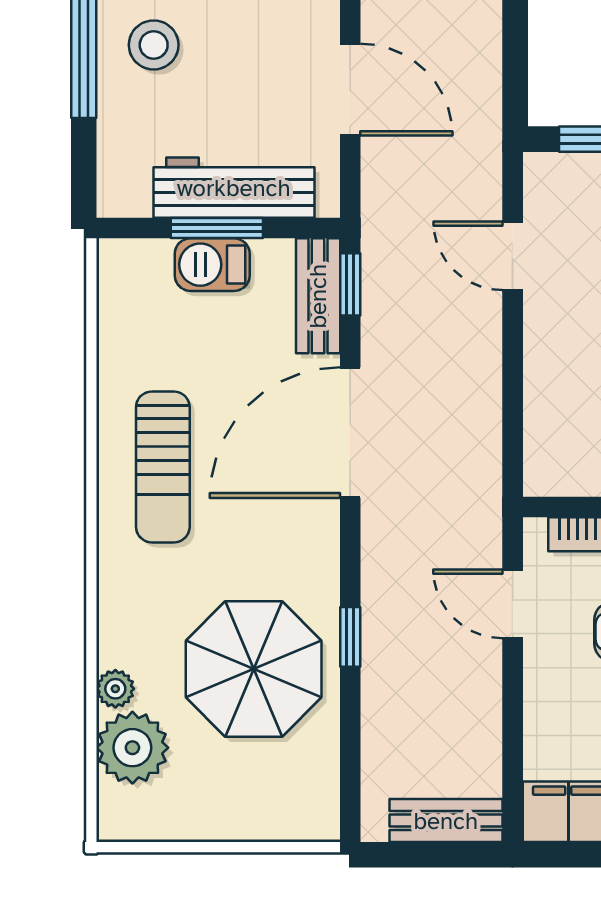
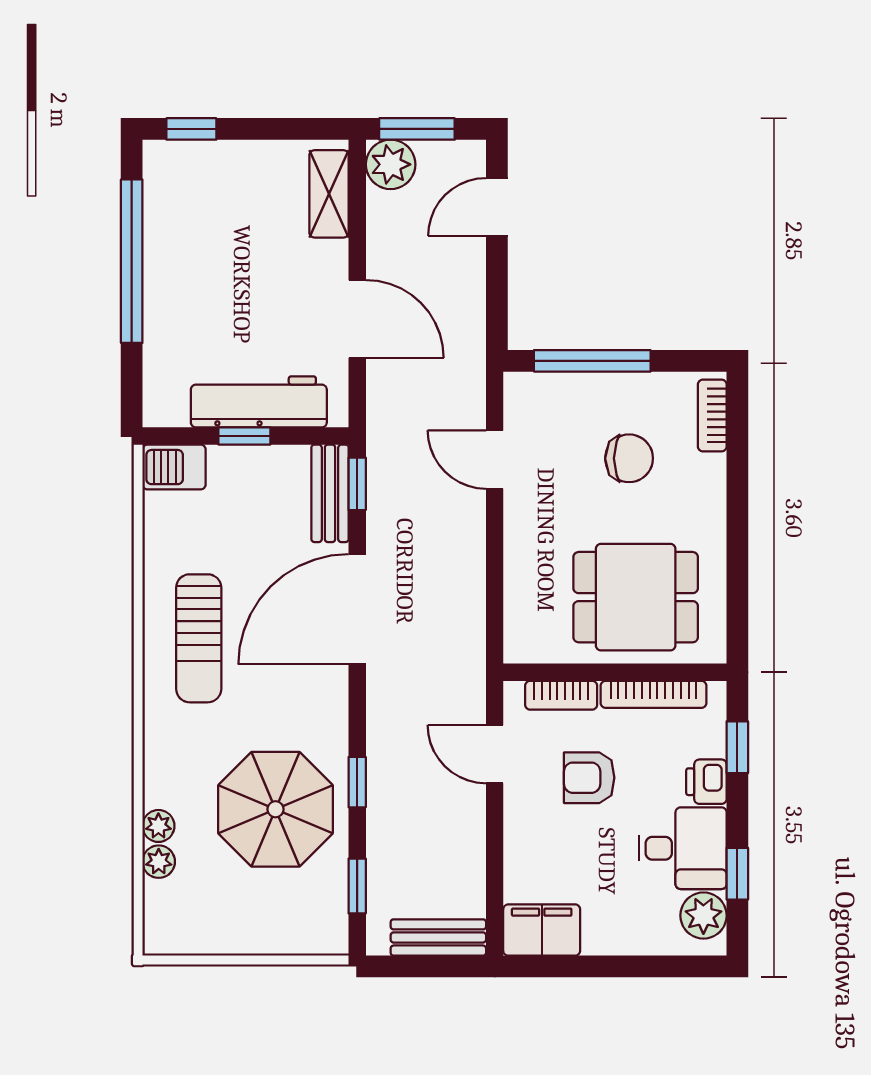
stool: (154, 45) -> (191, 281), removed
window: (217, 228) -> (244, 436), width x0.67
barbecue: (212, 265) -> (174, 467), moved
plant: (132, 748) -> (159, 862), width x0.53, depth x0.53
window: (350, 760) -> (357, 886), added

